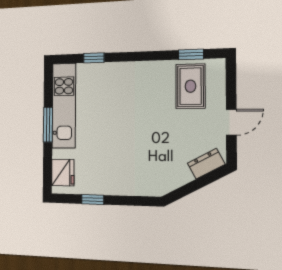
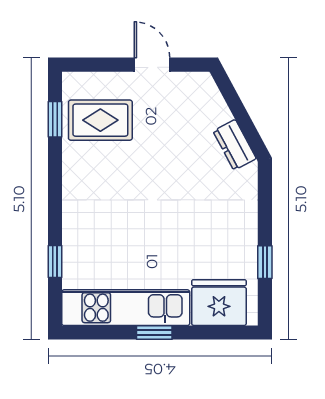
window: (48, 125) -> (154, 333), width x0.67
dresser: (206, 164) -> (235, 145), moved
fridge: (63, 173) -> (219, 303), width x1.36, depth x1.34

